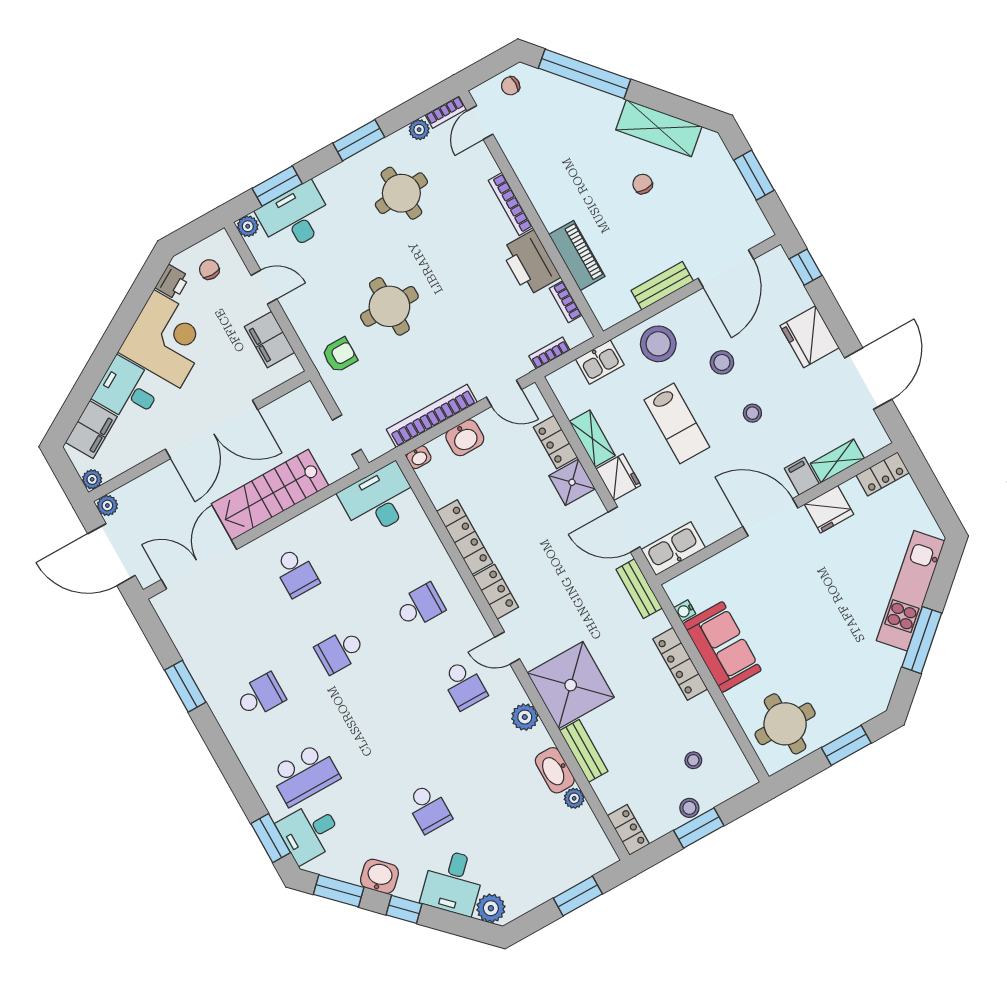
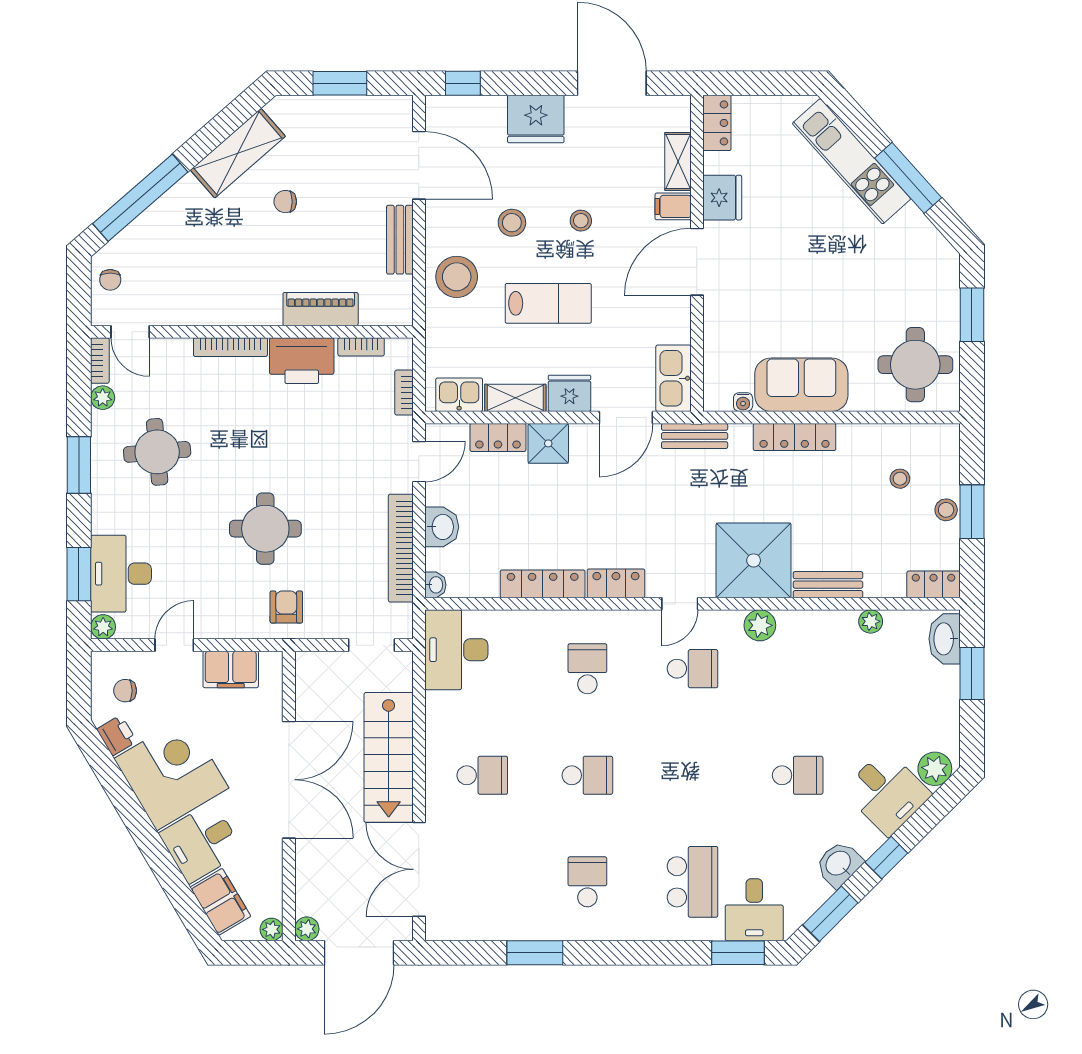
kitchen sink: (600, 362) -> (459, 395), moved, turned -90
school desk: (340, 651) -> (587, 775), turned -90
washbasin: (555, 770) -> (945, 639), moved, turned 90

